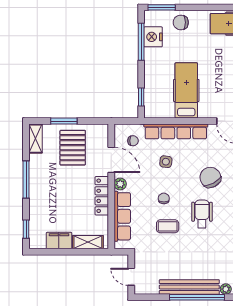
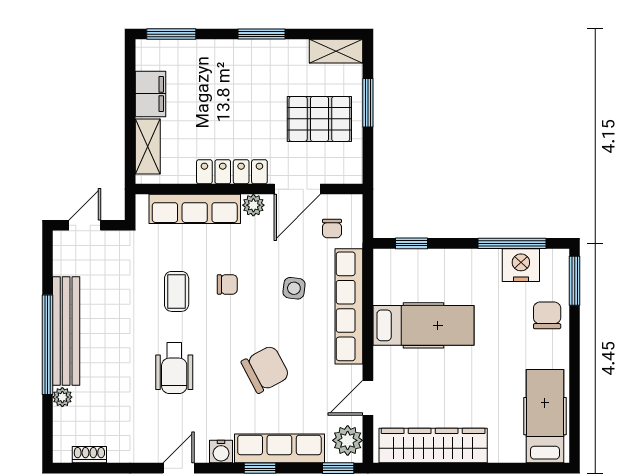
window: (26, 180) -> (261, 34), width x0.69
wheelchair: (202, 214) -> (174, 368), moved, turned 90
window: (26, 229) -> (171, 34), width x1.50

